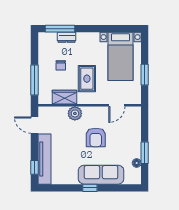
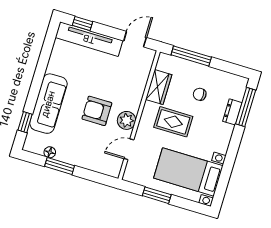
door: (117, 105) -> (129, 149), hinge flipped
plant: (75, 113) -> (127, 120), moved
window: (90, 188) -> (25, 122), moved

